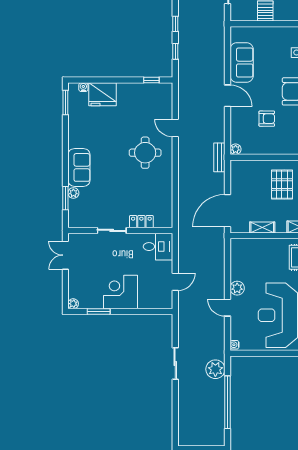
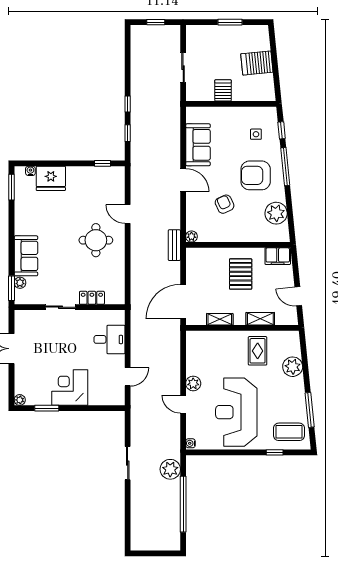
armchair: (267, 119) -> (225, 204), turned -115
locker: (141, 222) -> (92, 298), moved
sliding door: (112, 230) -> (61, 307), moved
wall: (120, 230) -> (70, 307), moved

